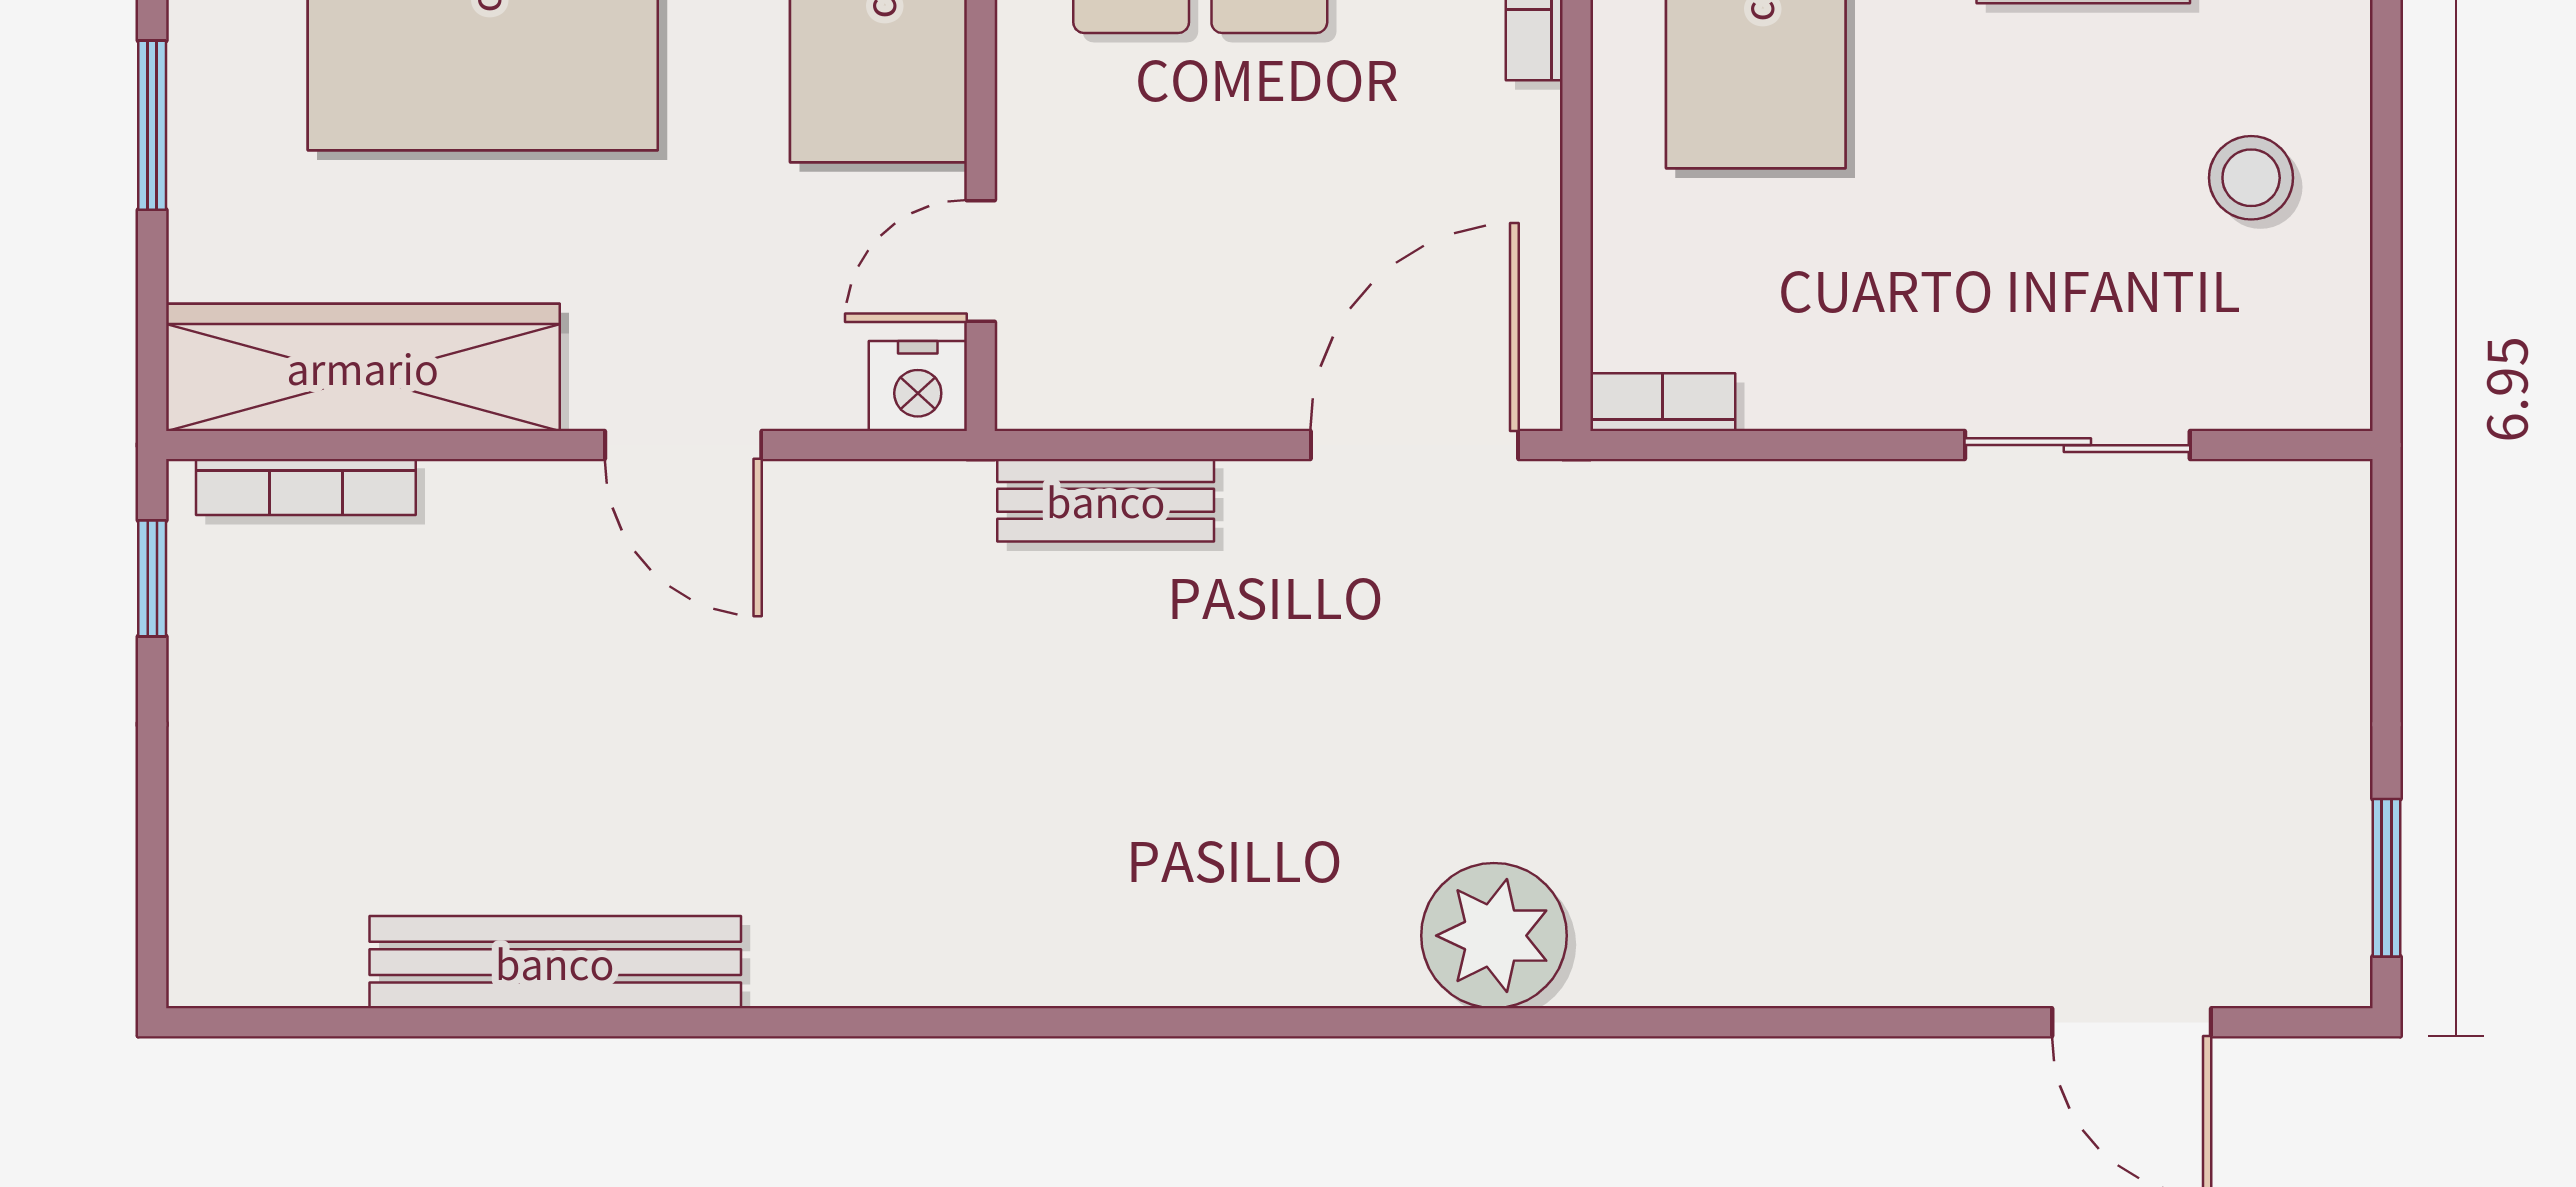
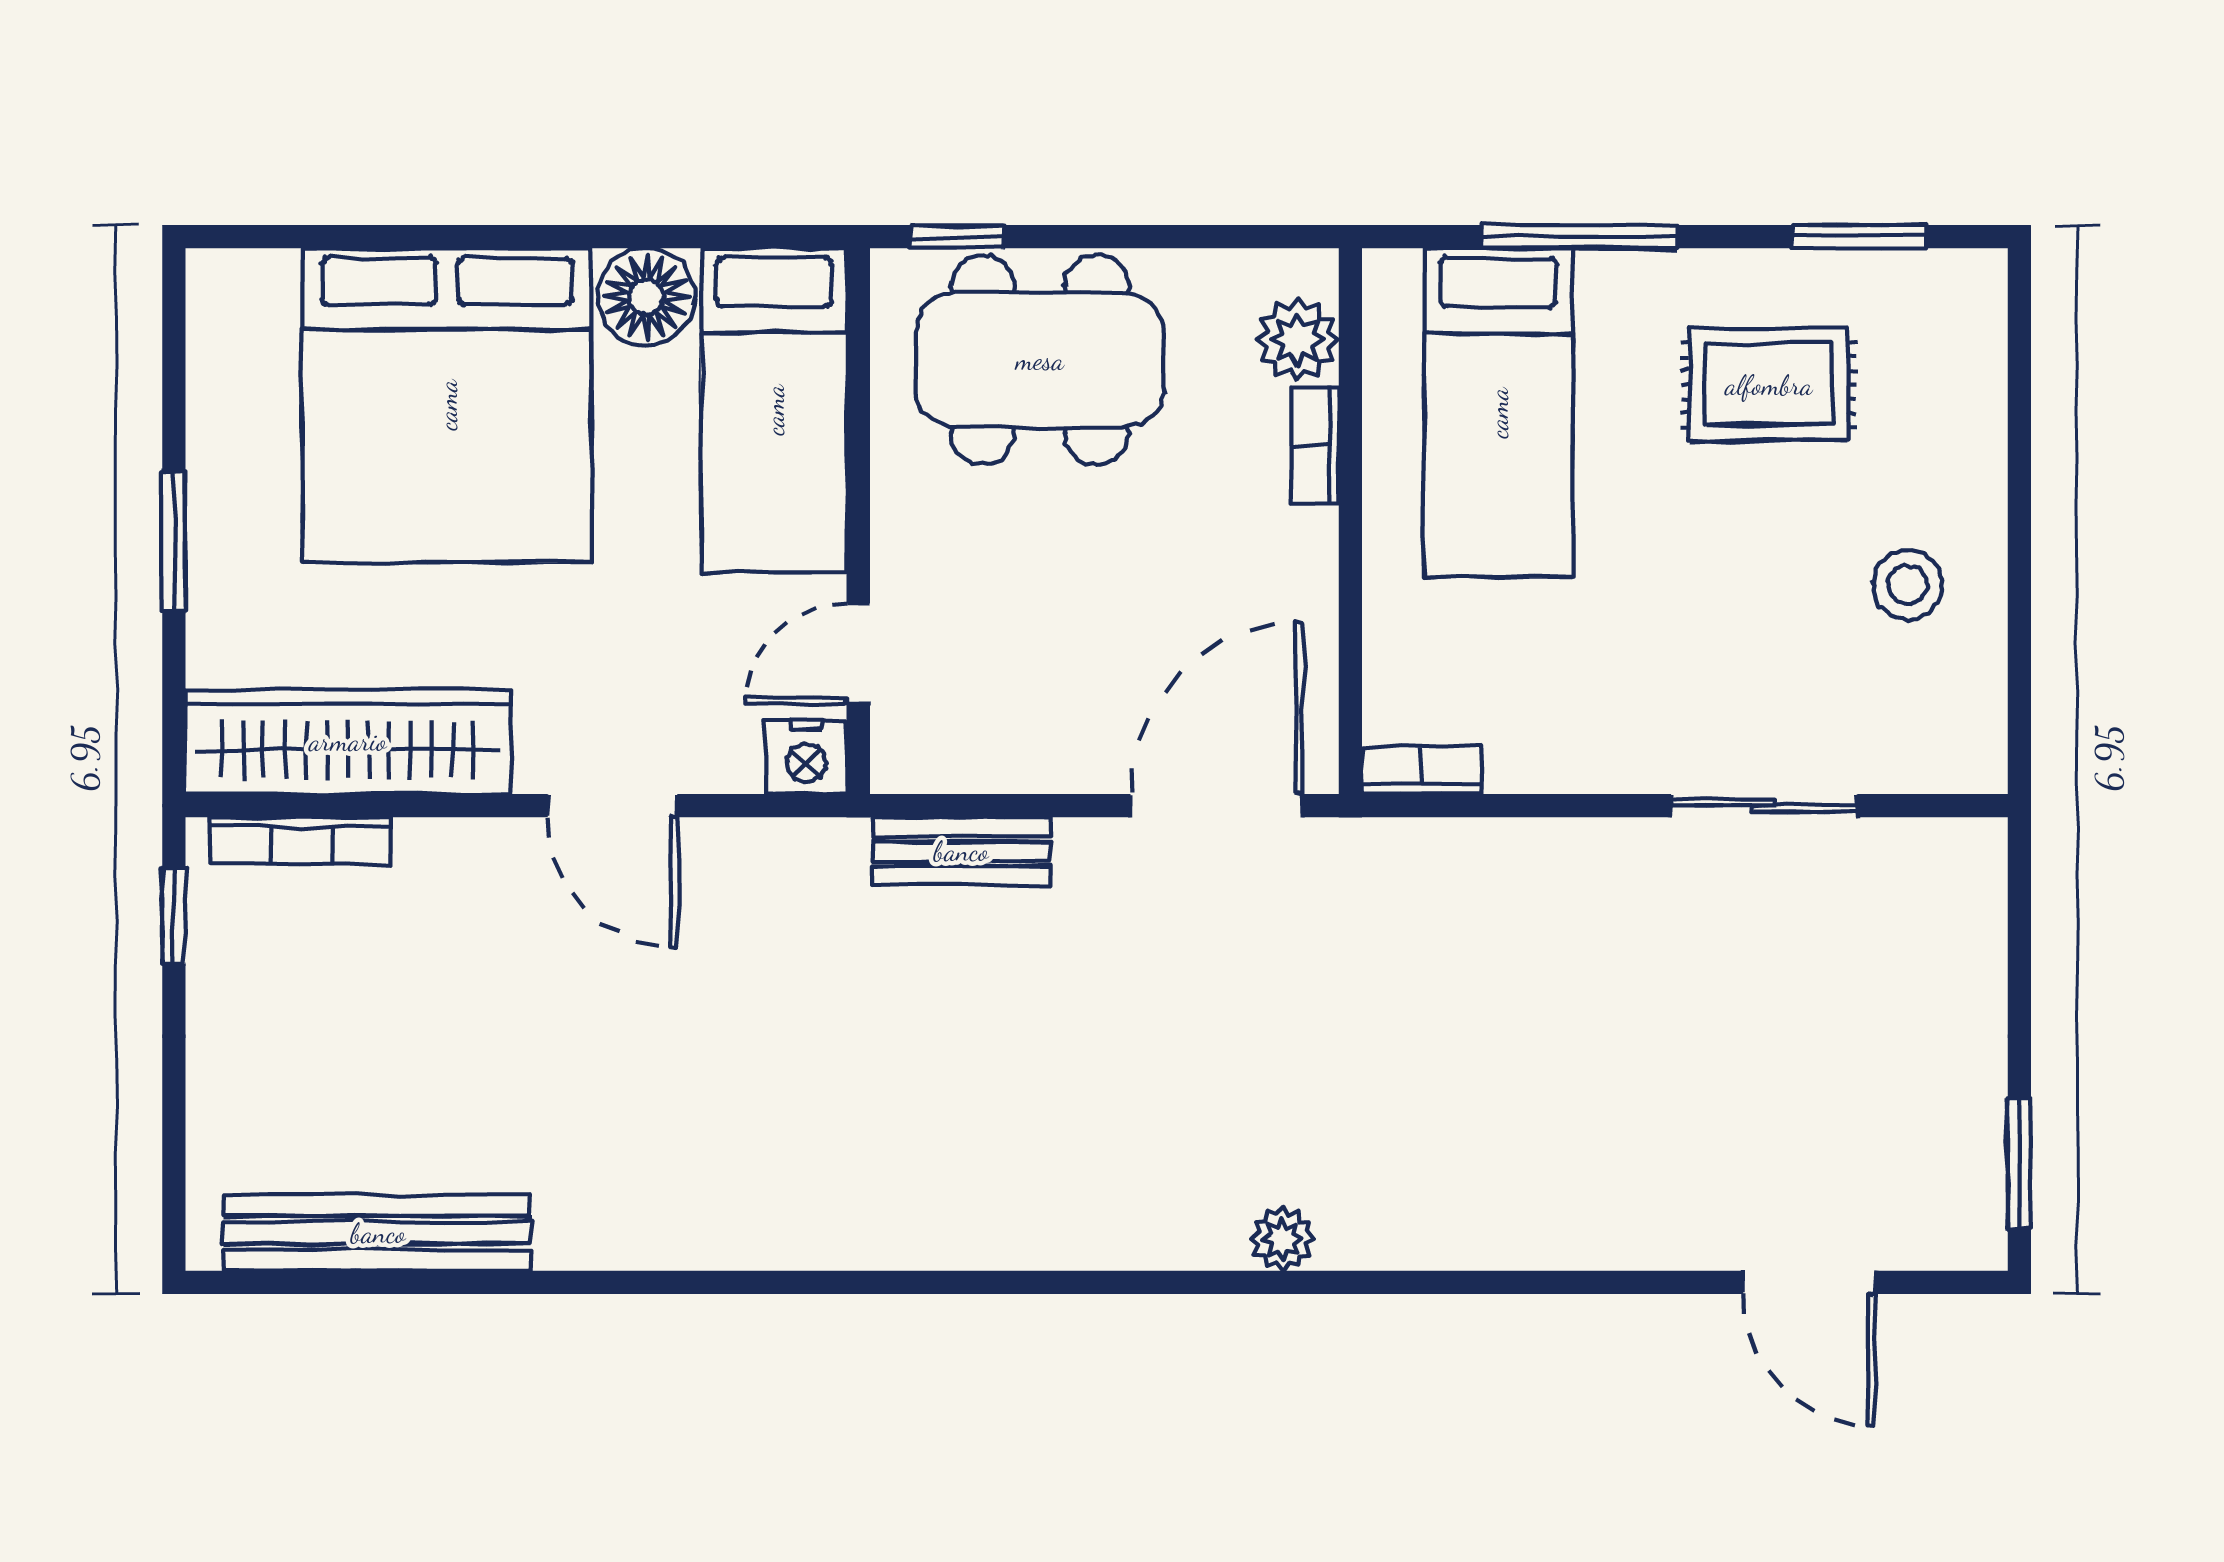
plant: (1494, 936) -> (1282, 1239), width x0.53, depth x0.53
bench: (555, 962) -> (378, 1233), moved

